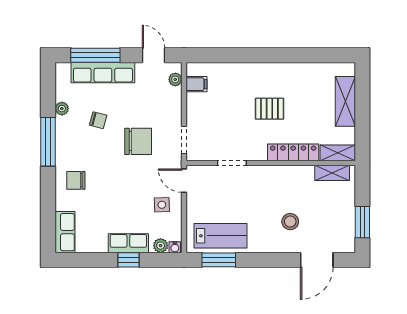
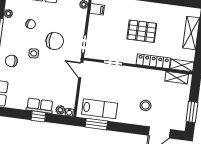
pallet: (269, 109) -> (142, 31), width x1.50, depth x1.42
side table: (162, 205) -> (34, 53), moved

